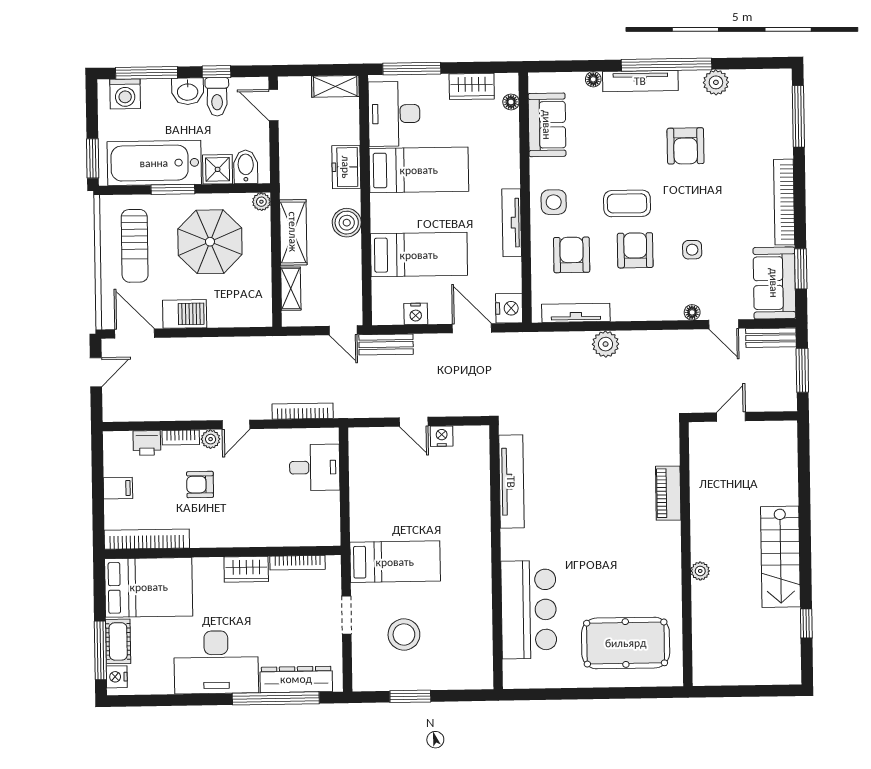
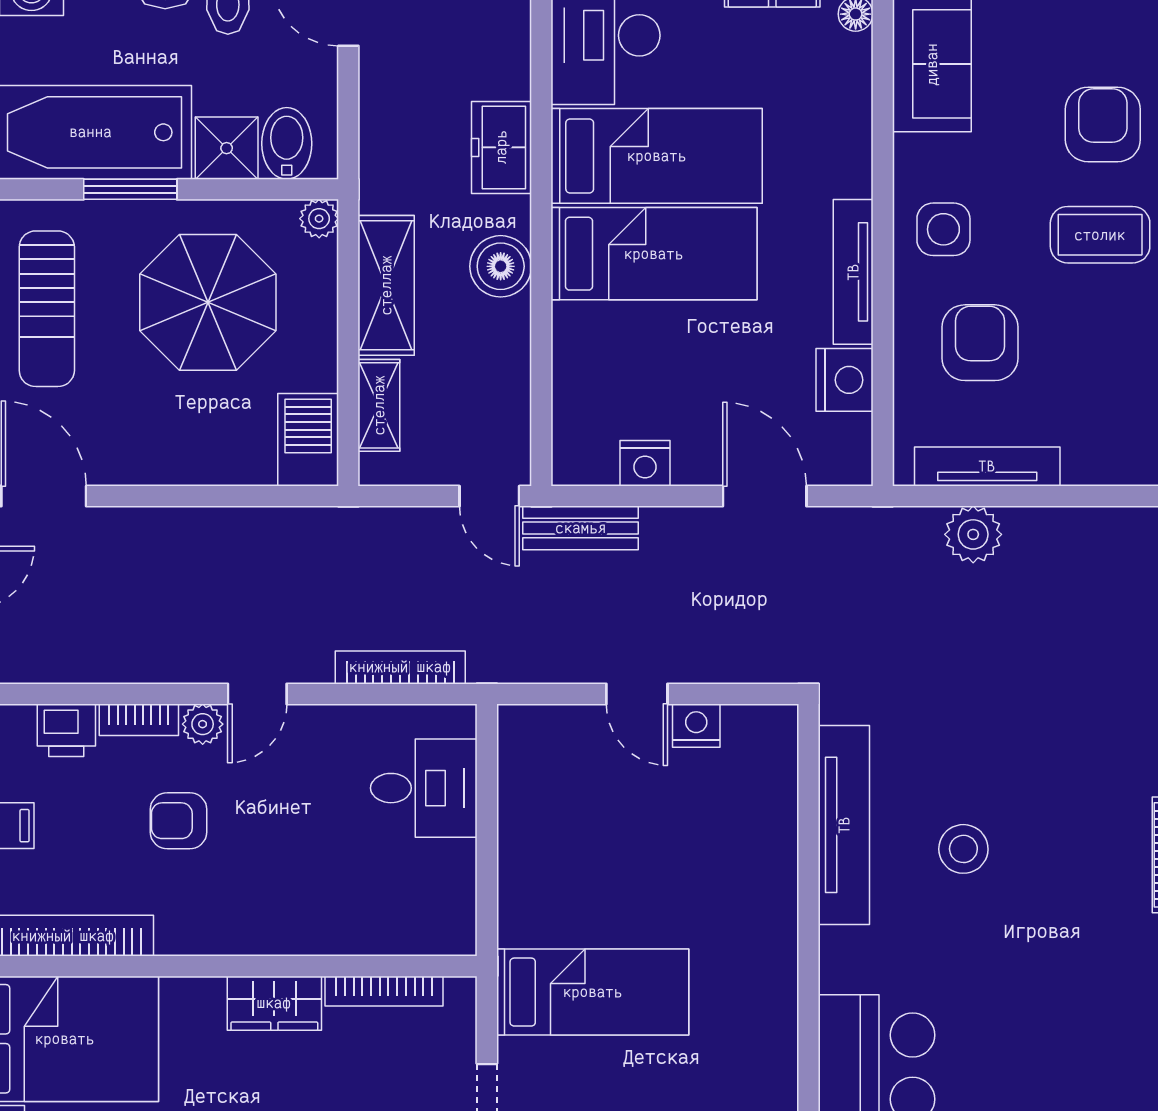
armchair: (635, 250) -> (1103, 124), moved
bed: (419, 255) -> (654, 254), moved
nightstand: (509, 308) -> (845, 380), moved
barbecue: (185, 314) -> (308, 440), moved, turned -90
plant: (606, 344) -> (973, 534), moved
stool: (568, 492) -> (963, 849), added

